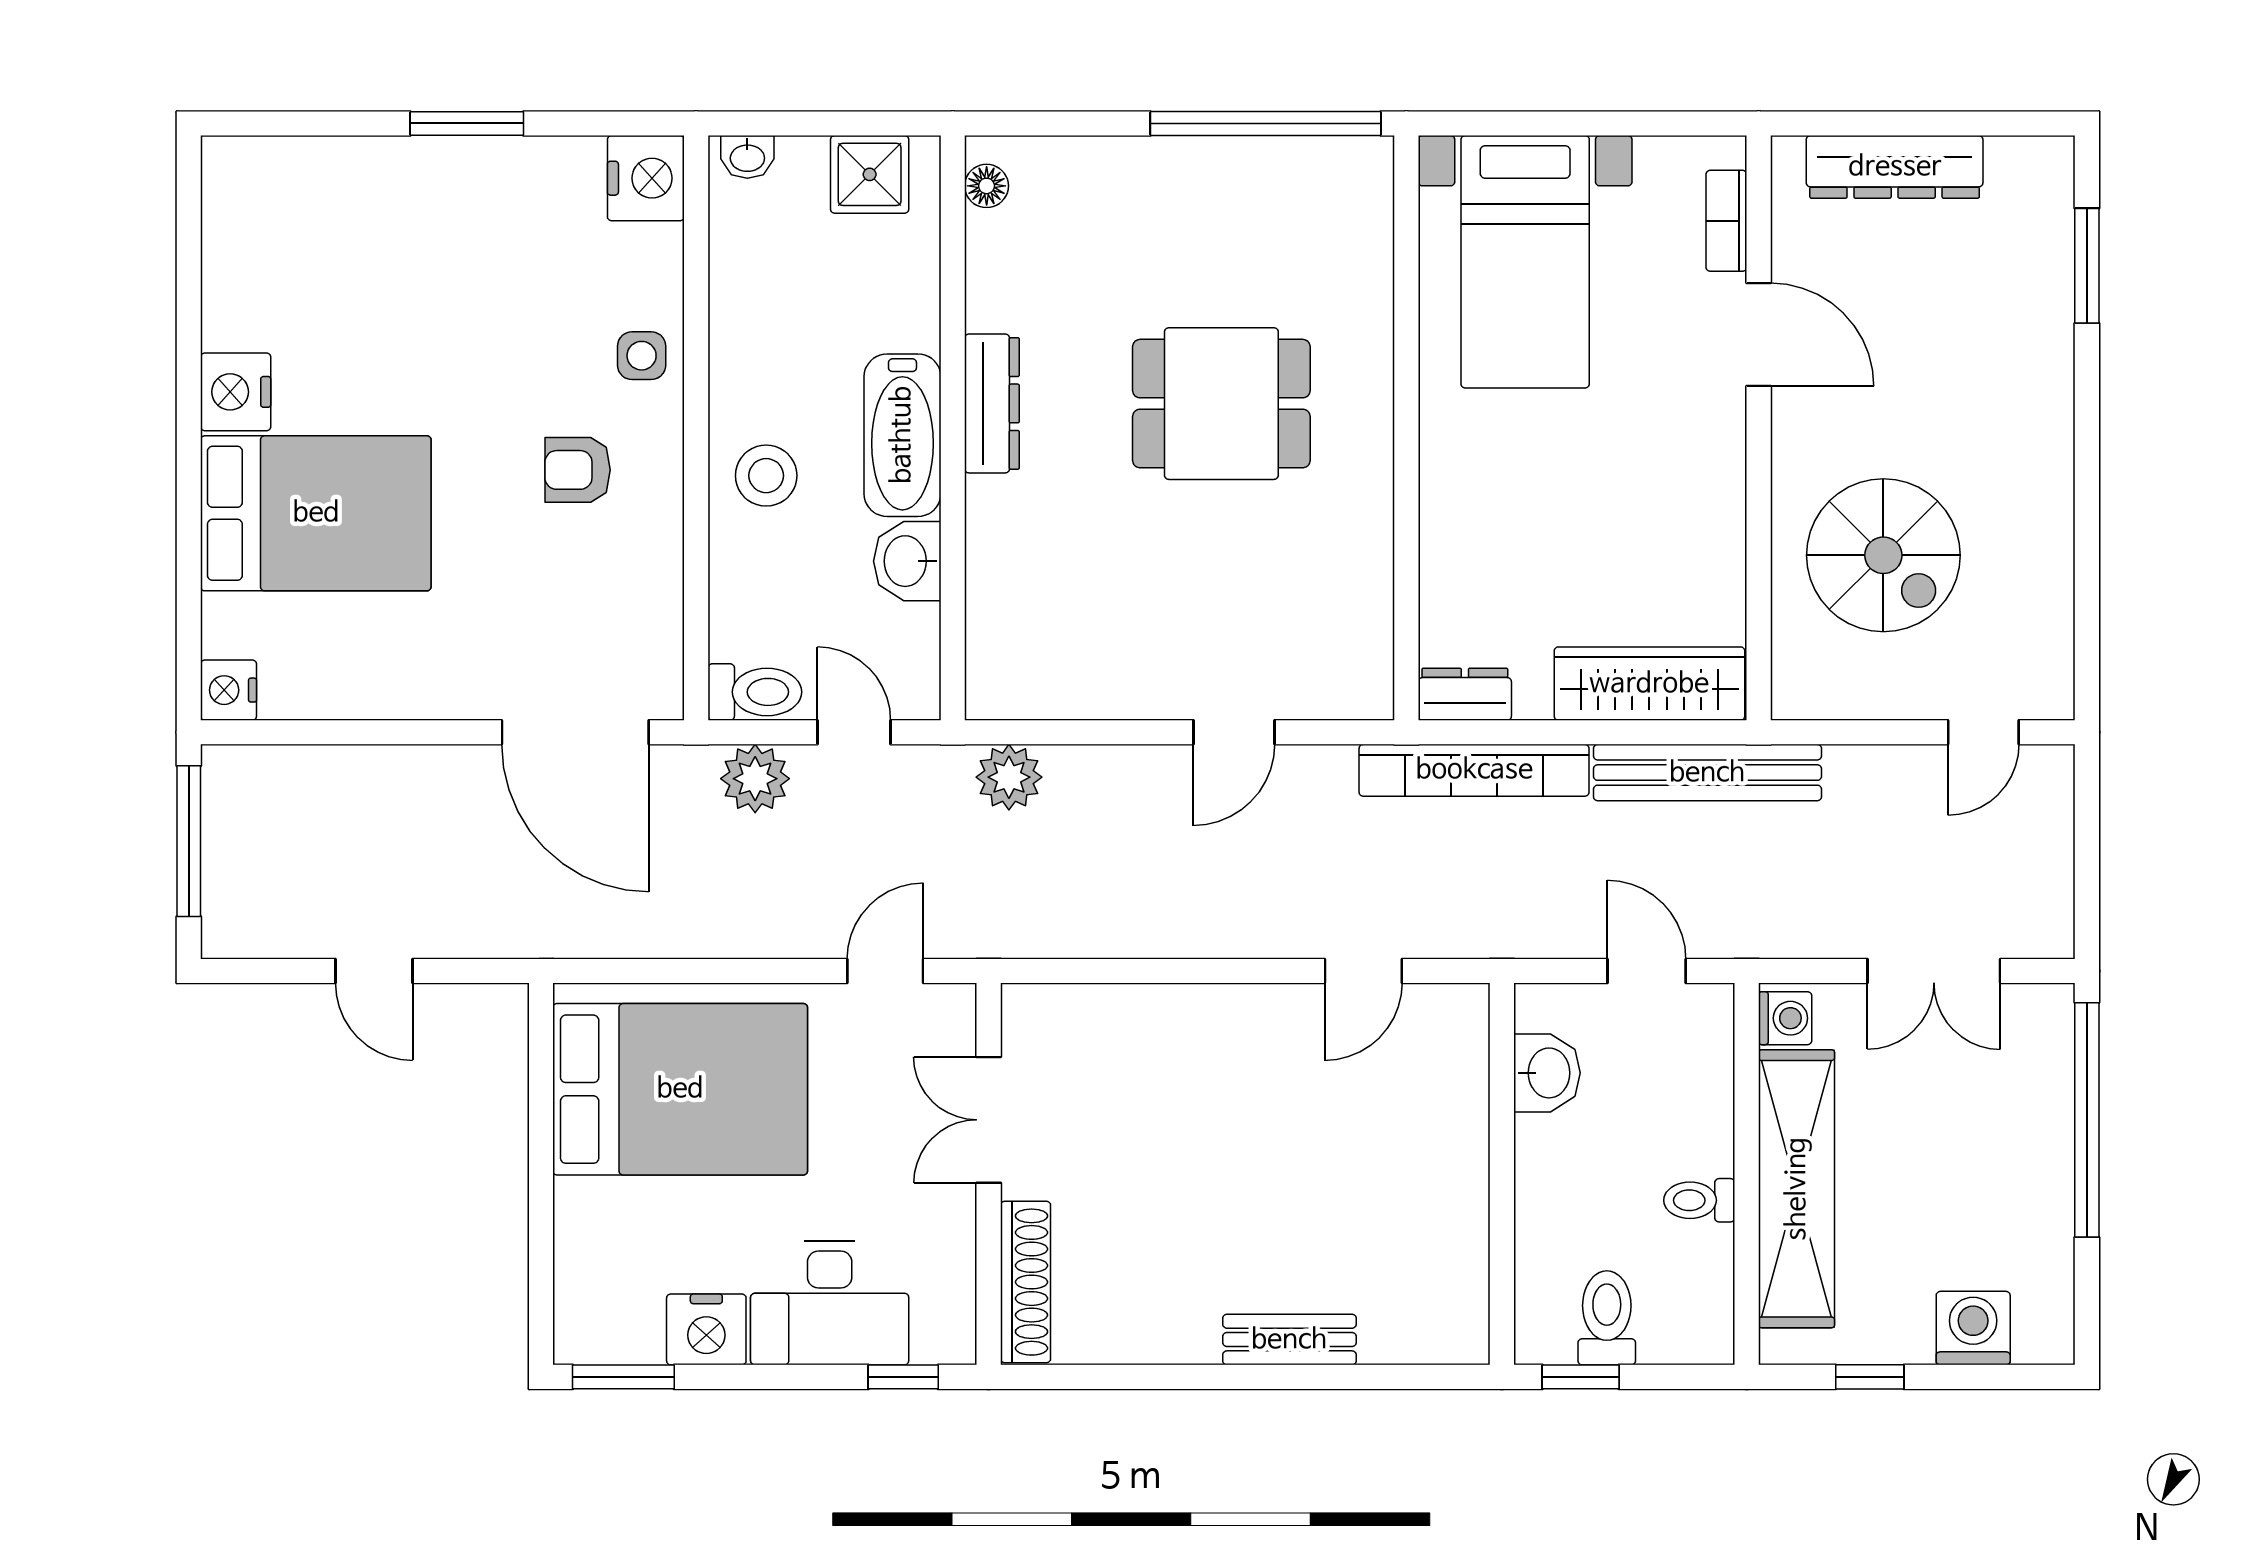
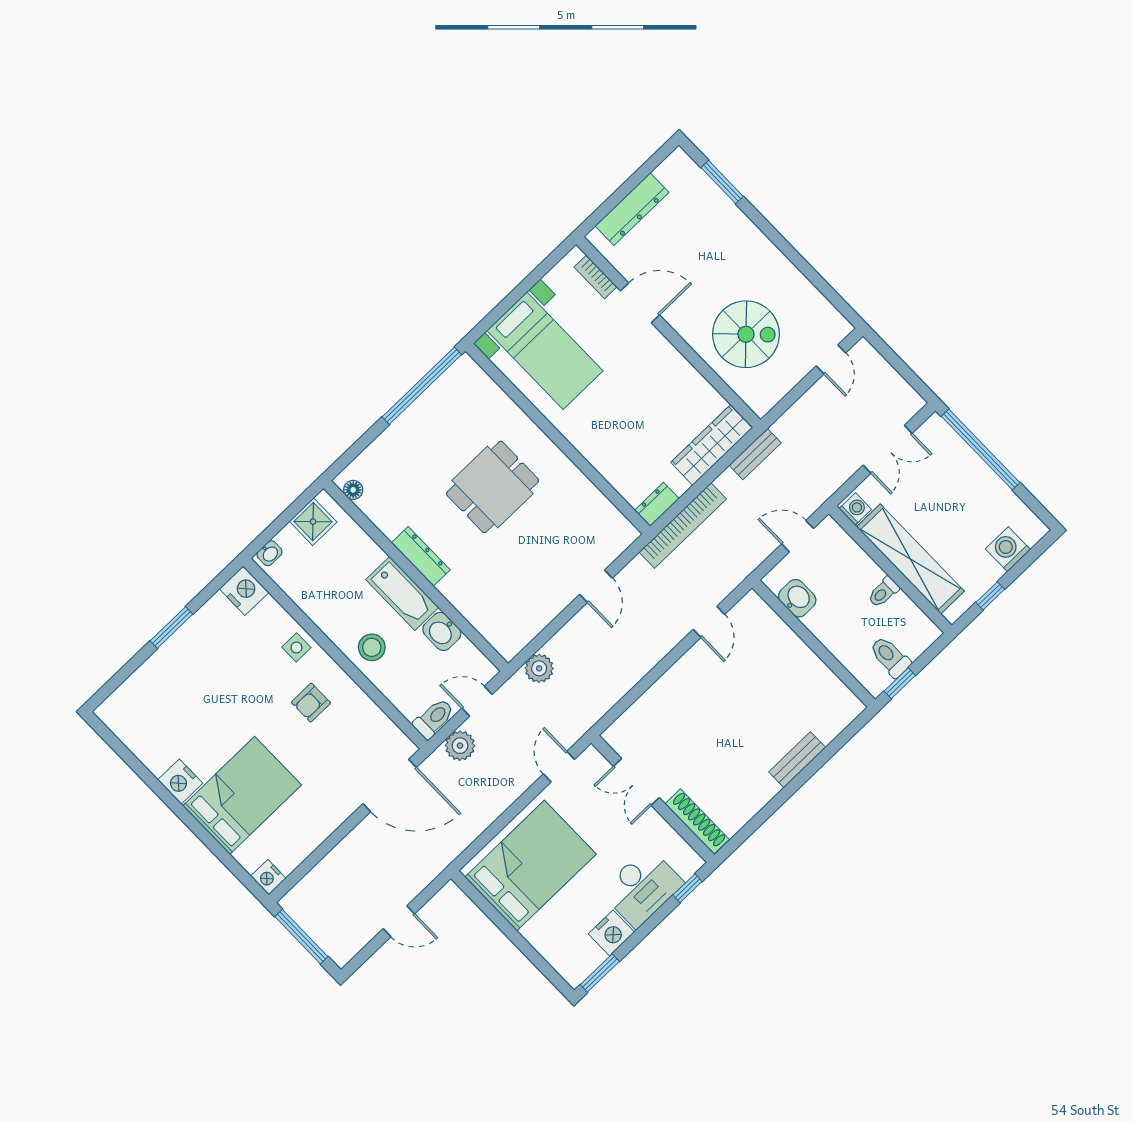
bench: (1707, 773) -> (755, 454), width x0.54, depth x0.82

